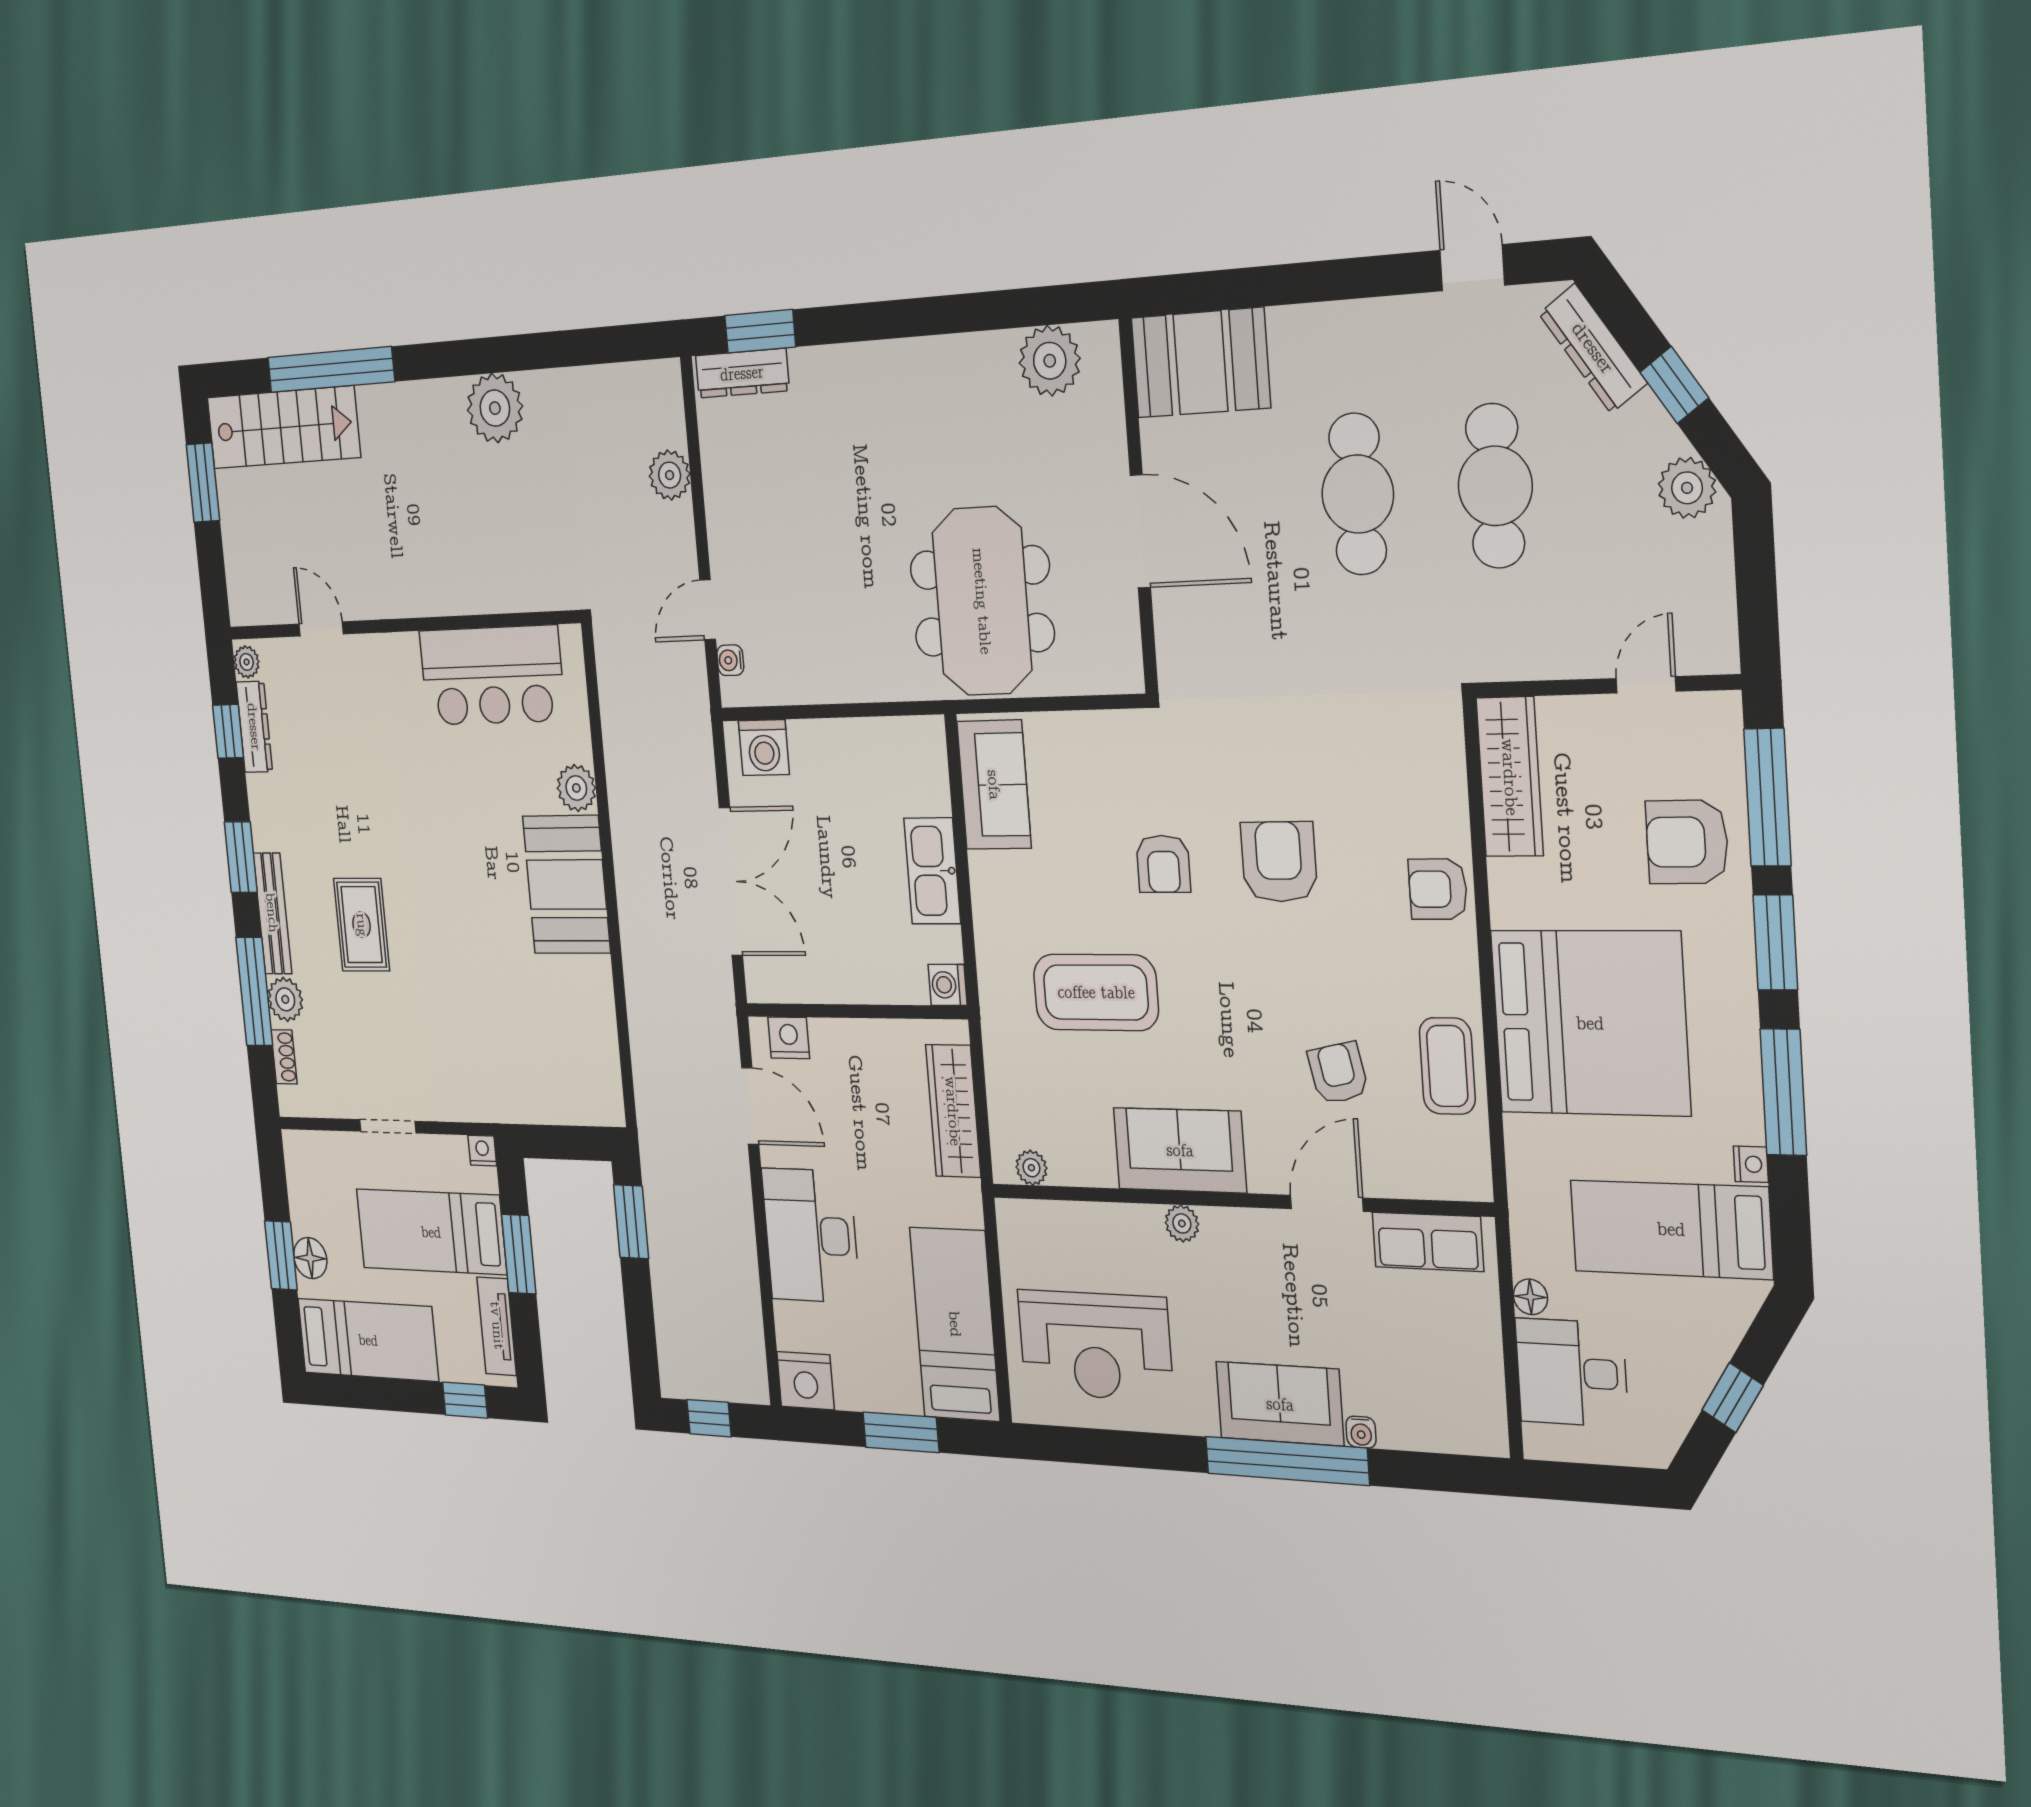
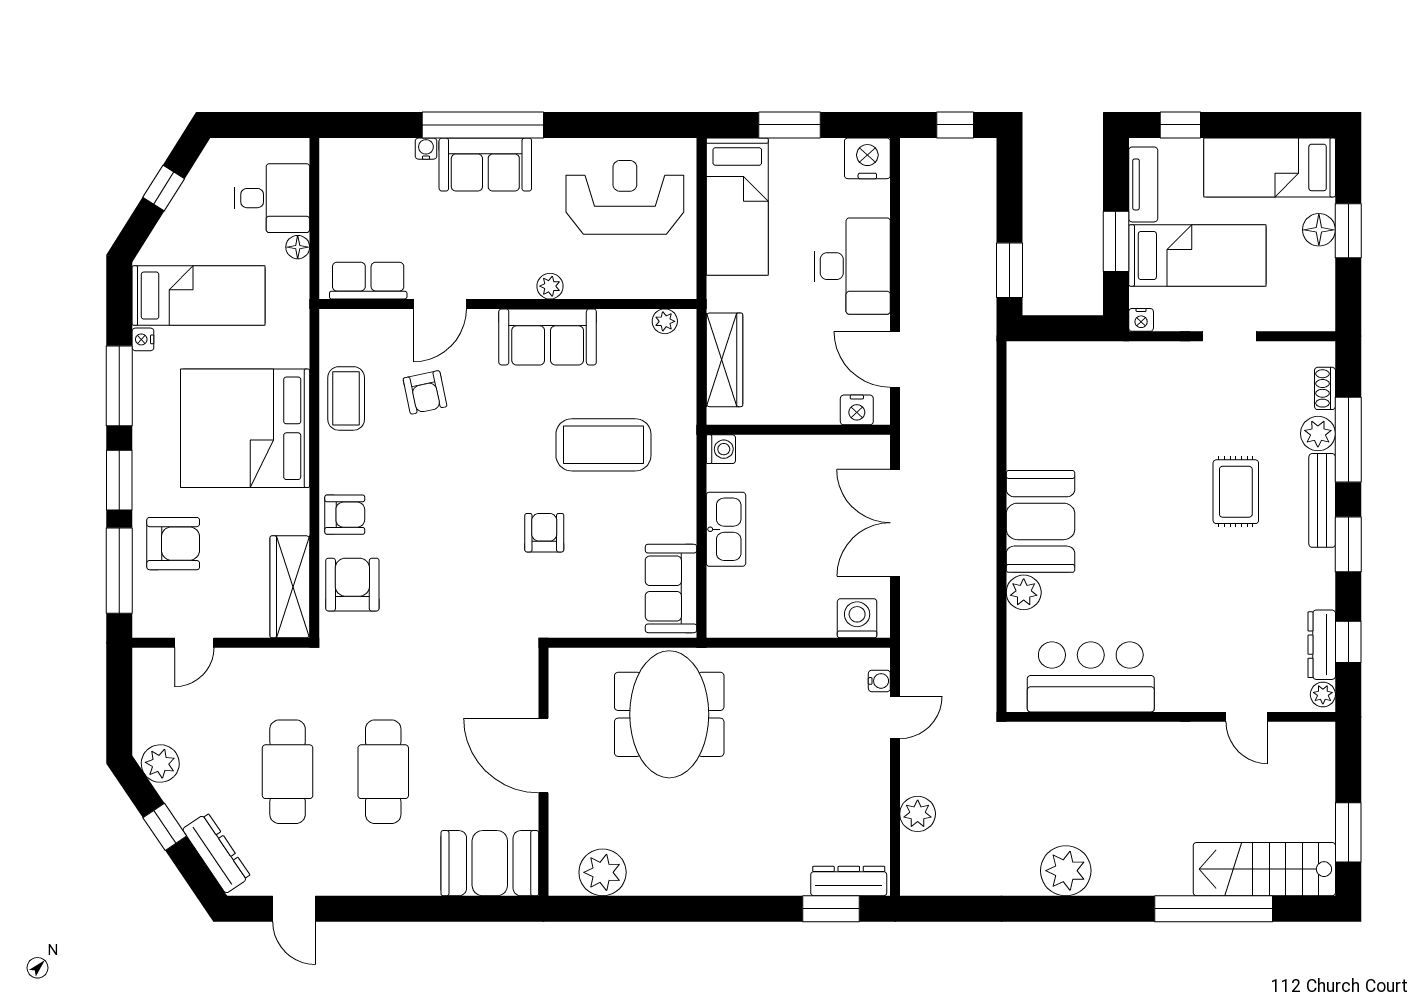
armchair: (1279, 862) -> (352, 585), moved, turned 180

